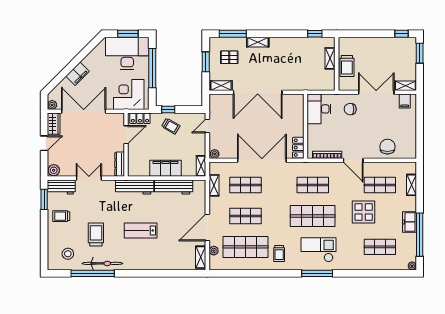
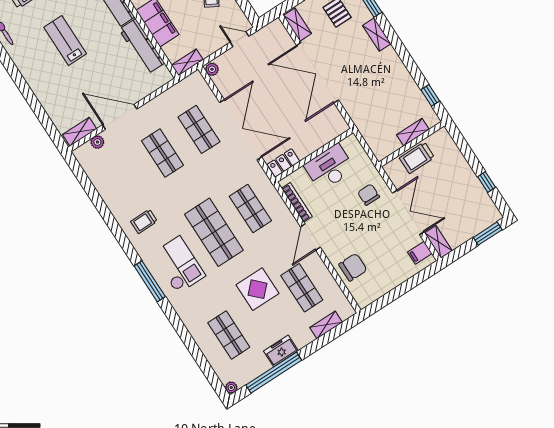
window: (402, 34) -> (487, 182), moved
desk: (319, 109) -> (329, 168), moved
shelving: (214, 185) -> (174, 92), removed
shop shelf: (246, 247) -> (126, 177), removed

